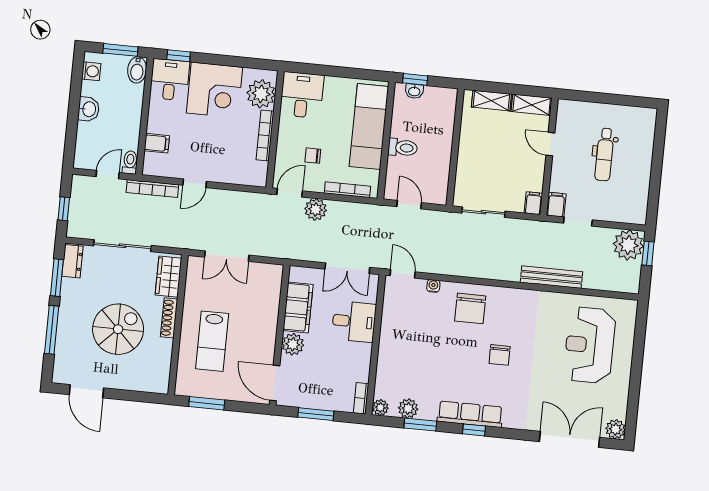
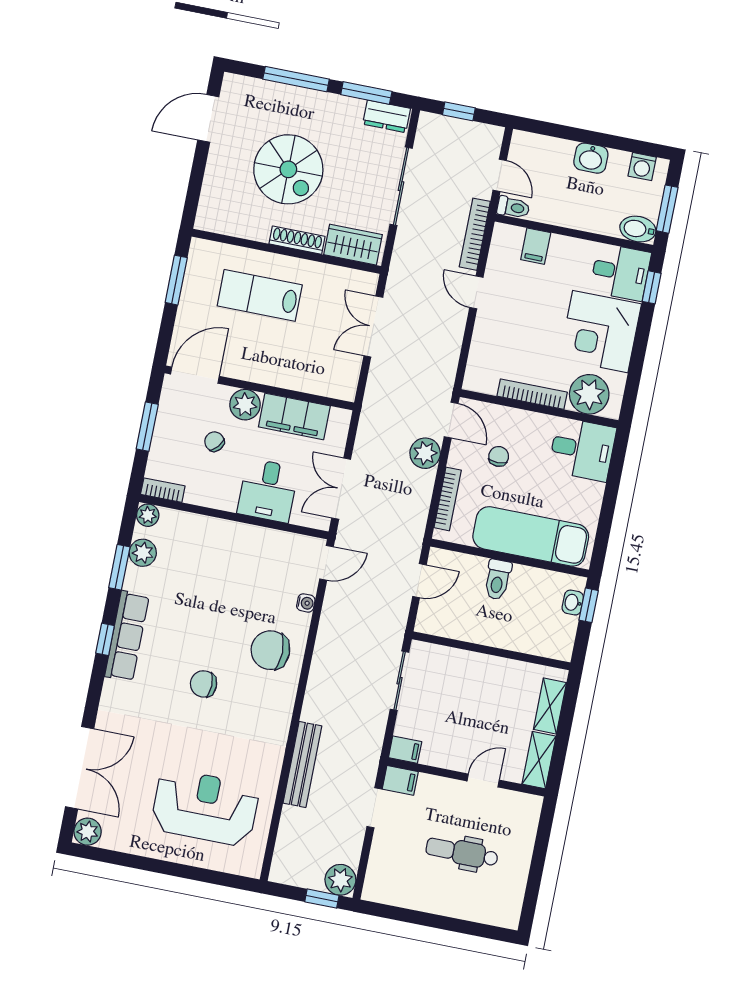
plant: (628, 245) -> (340, 880), width x0.73, depth x0.73
chair: (322, 364) -> (214, 442), added

